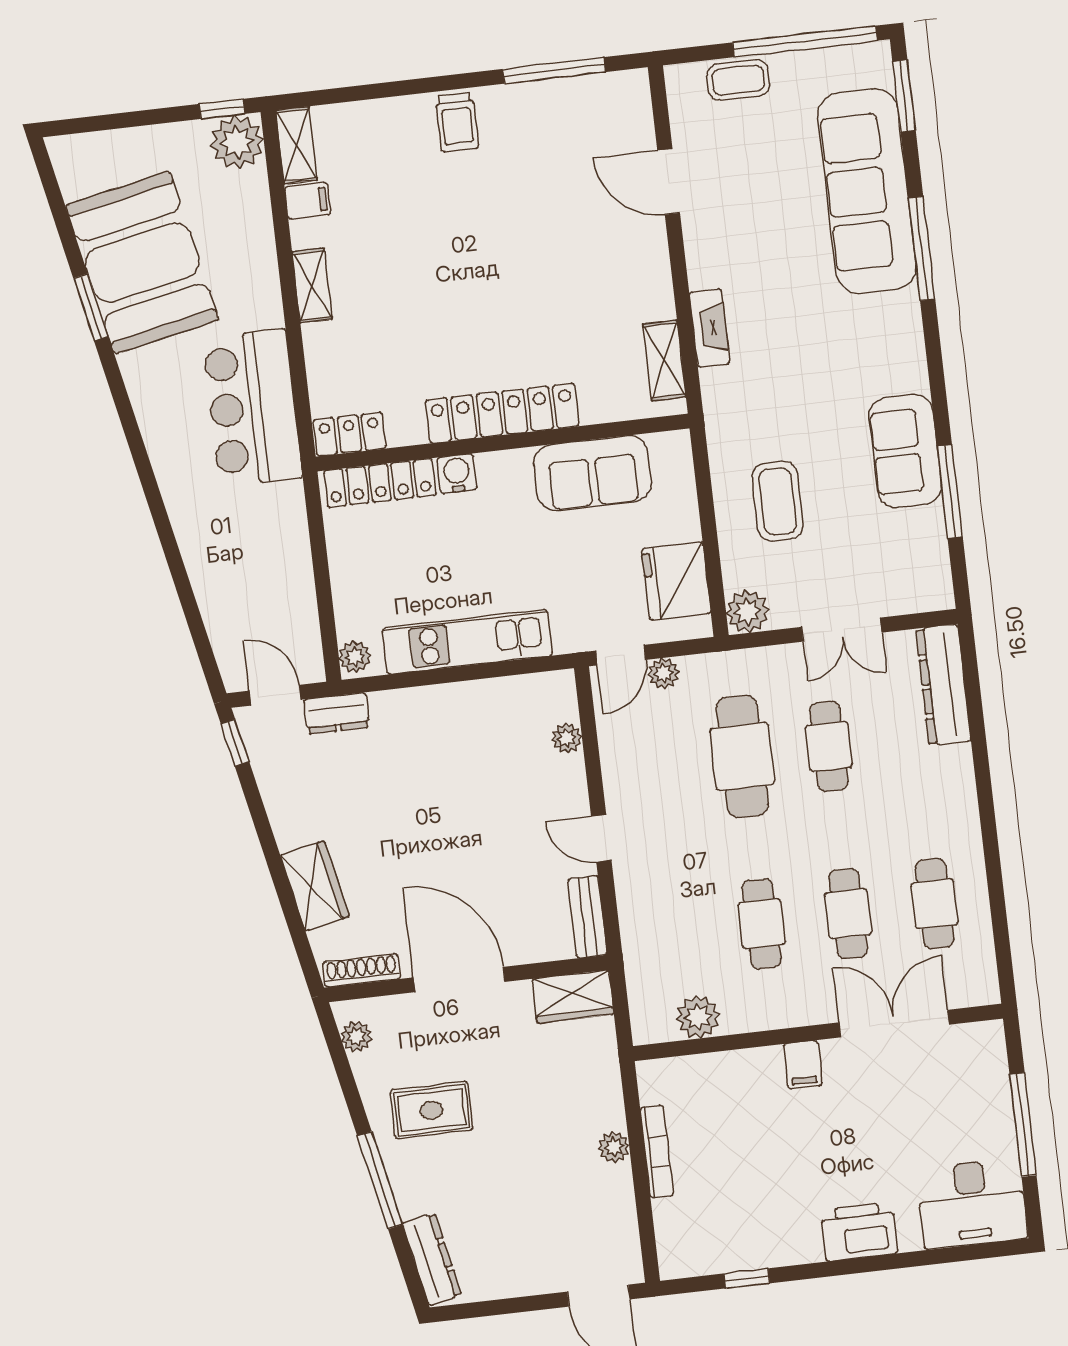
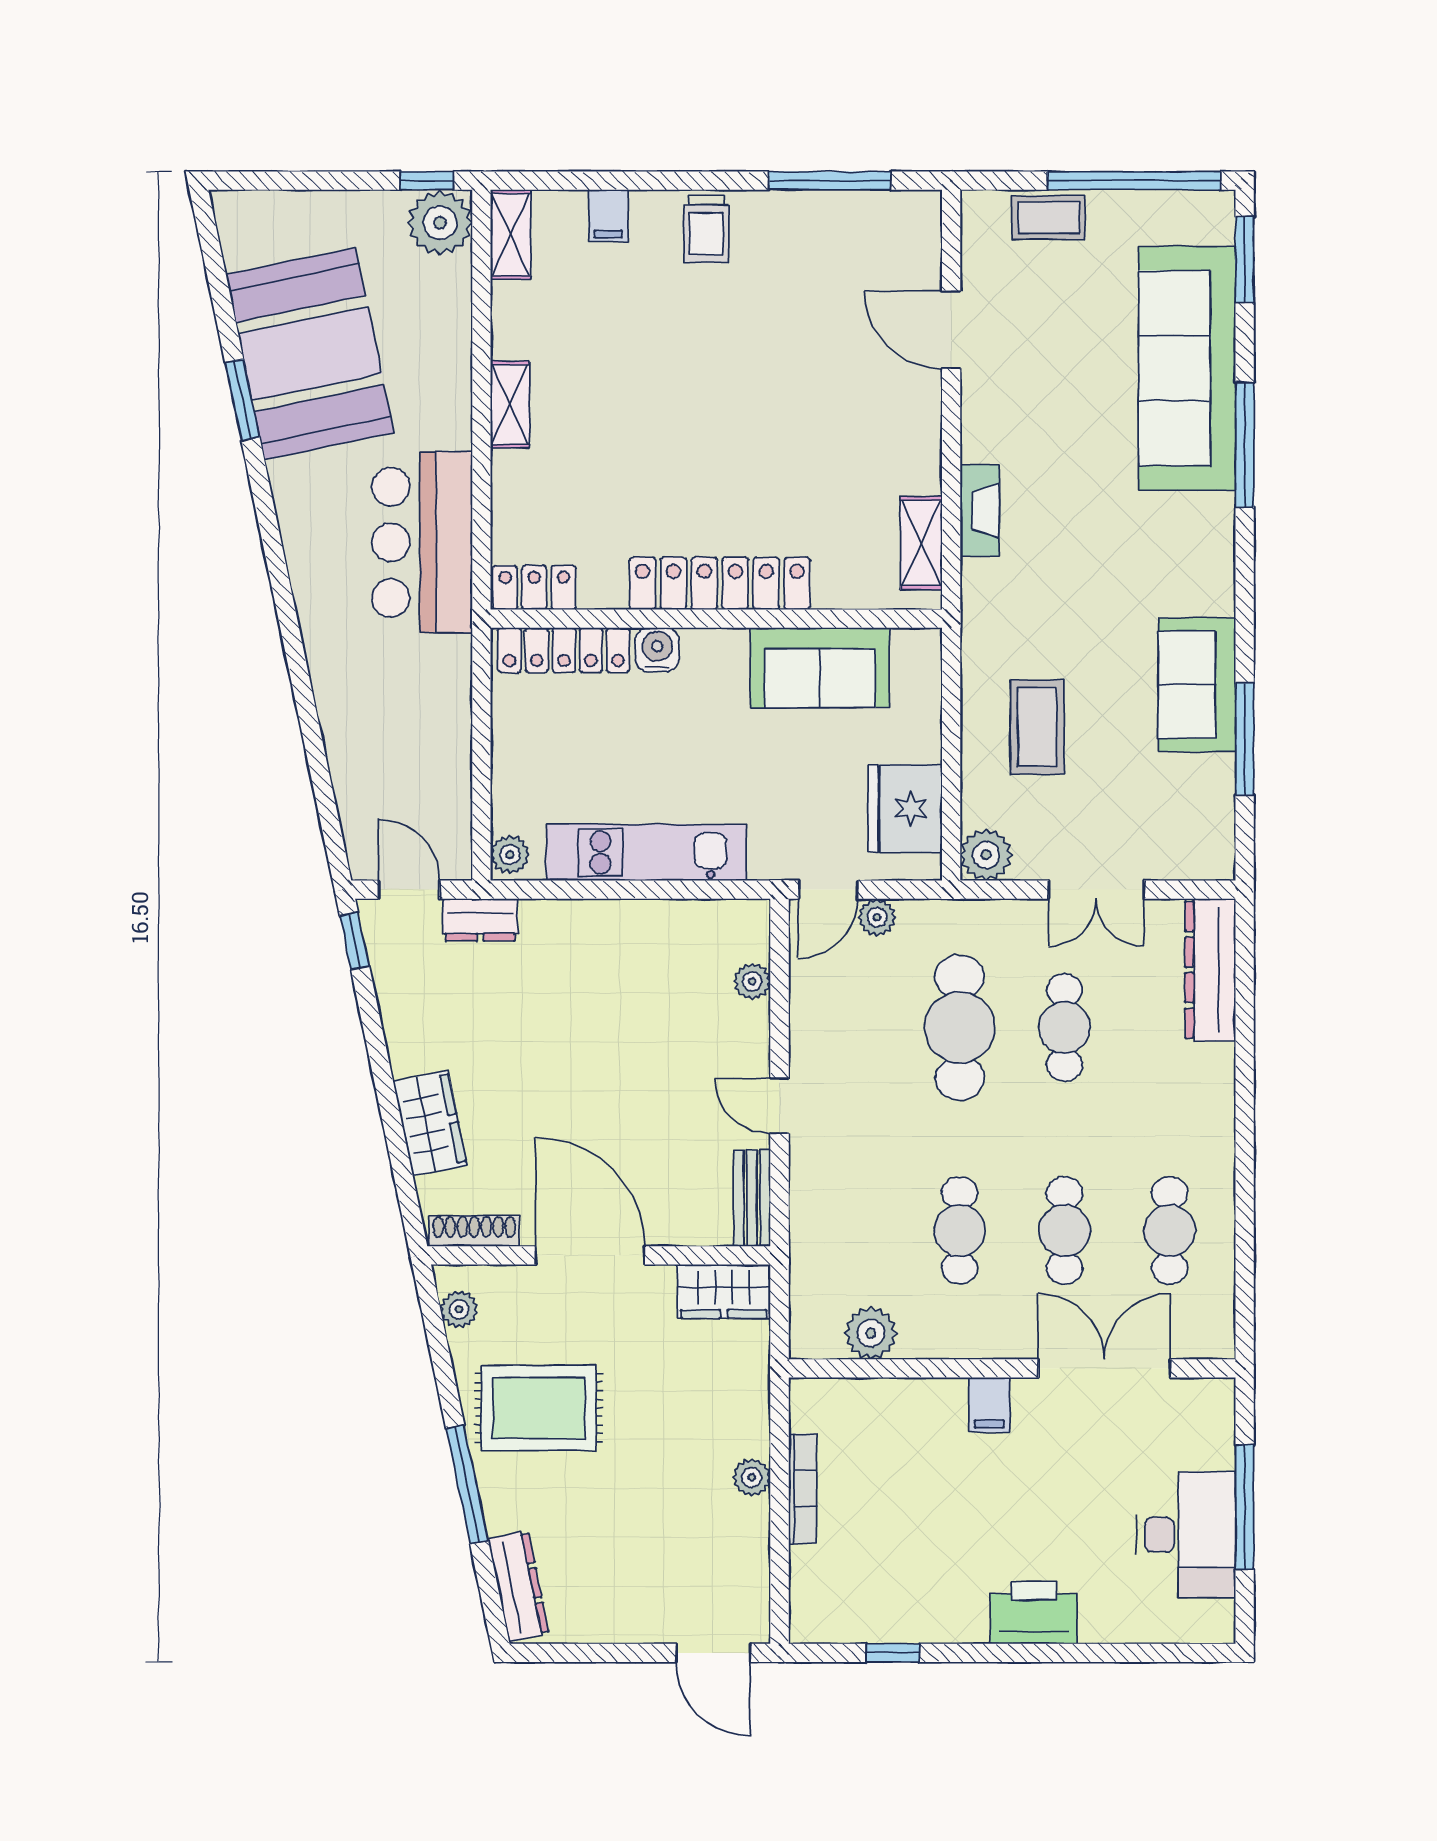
filing cabinet: (308, 201) -> (608, 216), moved, turned 90
rug: (431, 1110) -> (539, 1408), width x1.36, depth x1.43
desk: (972, 1203) -> (1186, 1535), moved, turned -90

